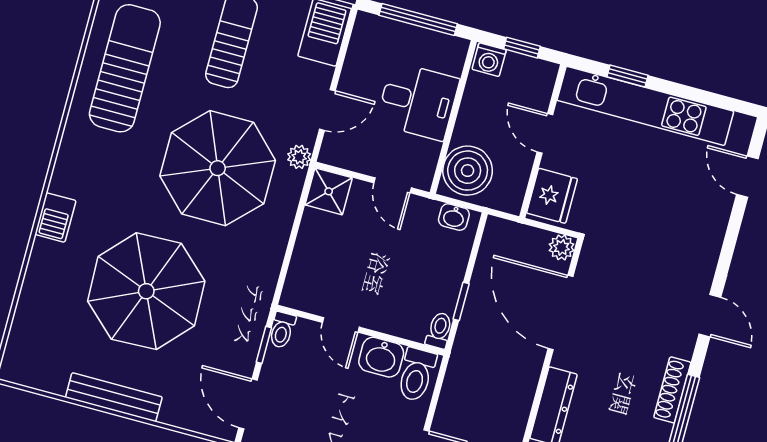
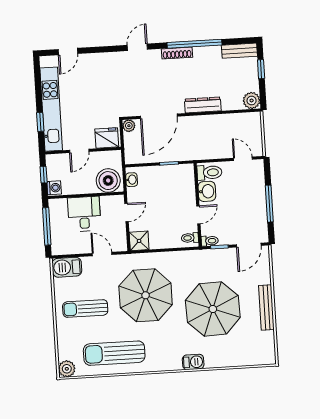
plant: (299, 157) -> (128, 260), removed
toilet: (439, 330) -> (190, 238), moved

